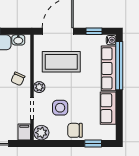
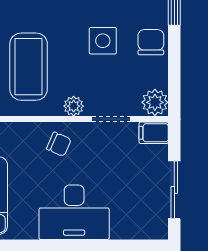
side table: (60, 108) -> (103, 41), moved
chair: (75, 130) -> (151, 42), turned 180

